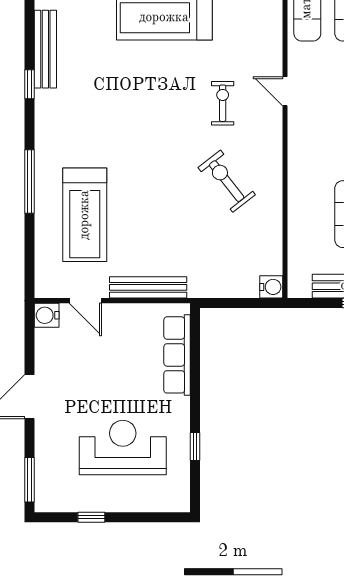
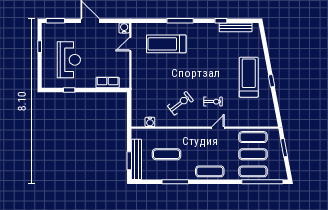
bench: (148, 287) -> (136, 70), removed
water cooler: (271, 287) -> (150, 122), moved
row of seats: (177, 355) -> (108, 83), width x0.68

